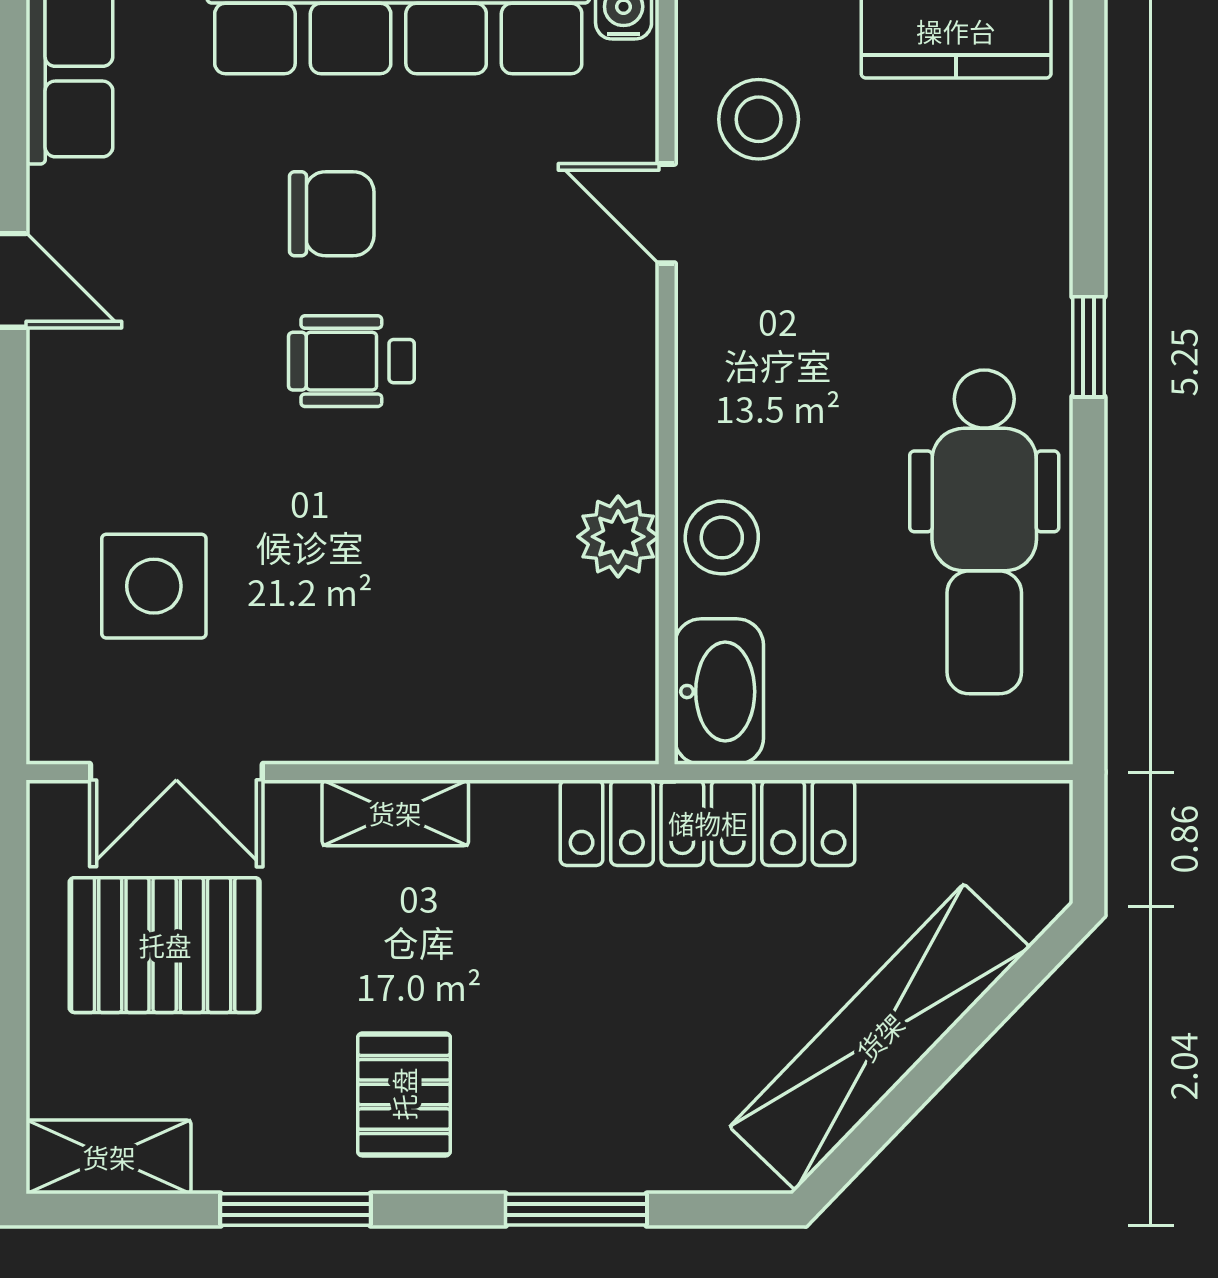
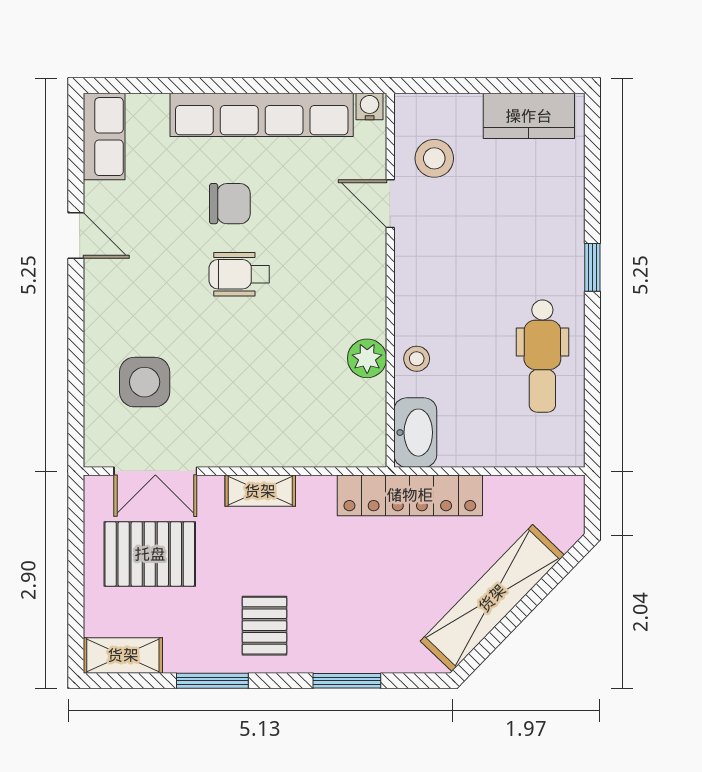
dental chair: (984, 532) -> (542, 356), width x0.73, depth x0.72
stool: (722, 538) -> (417, 359), width x0.73, depth x0.73

